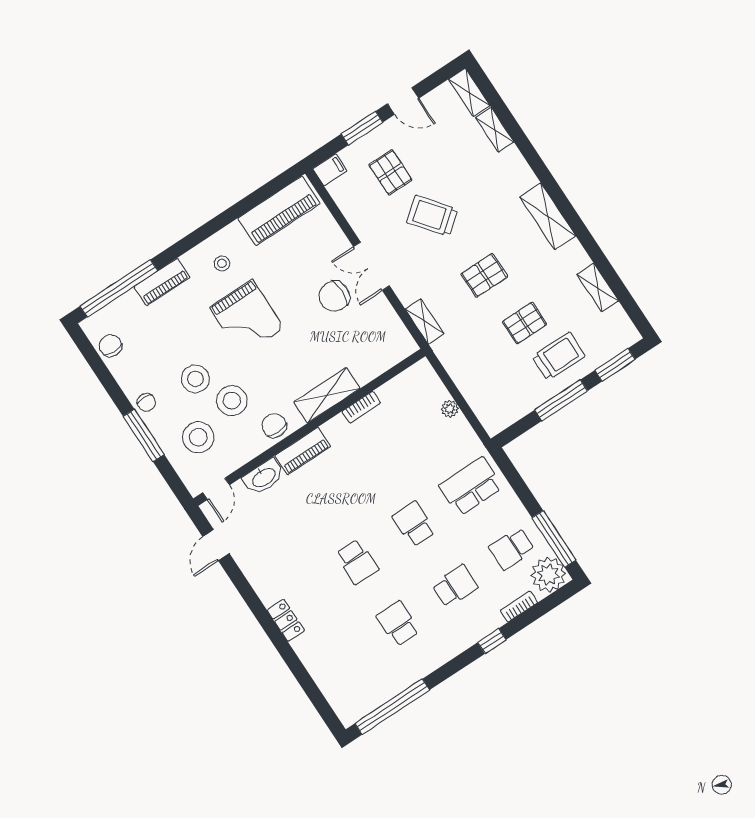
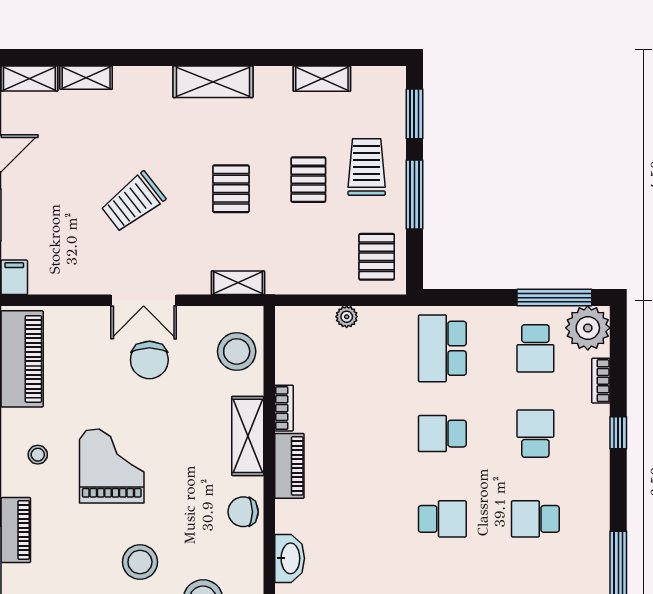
pallet: (390, 172) -> (377, 257), moved, turned 90
grand piano: (247, 318) -> (112, 466), turned -90
stool: (232, 401) -> (237, 351), moved
piano: (303, 451) -> (289, 466), moved

